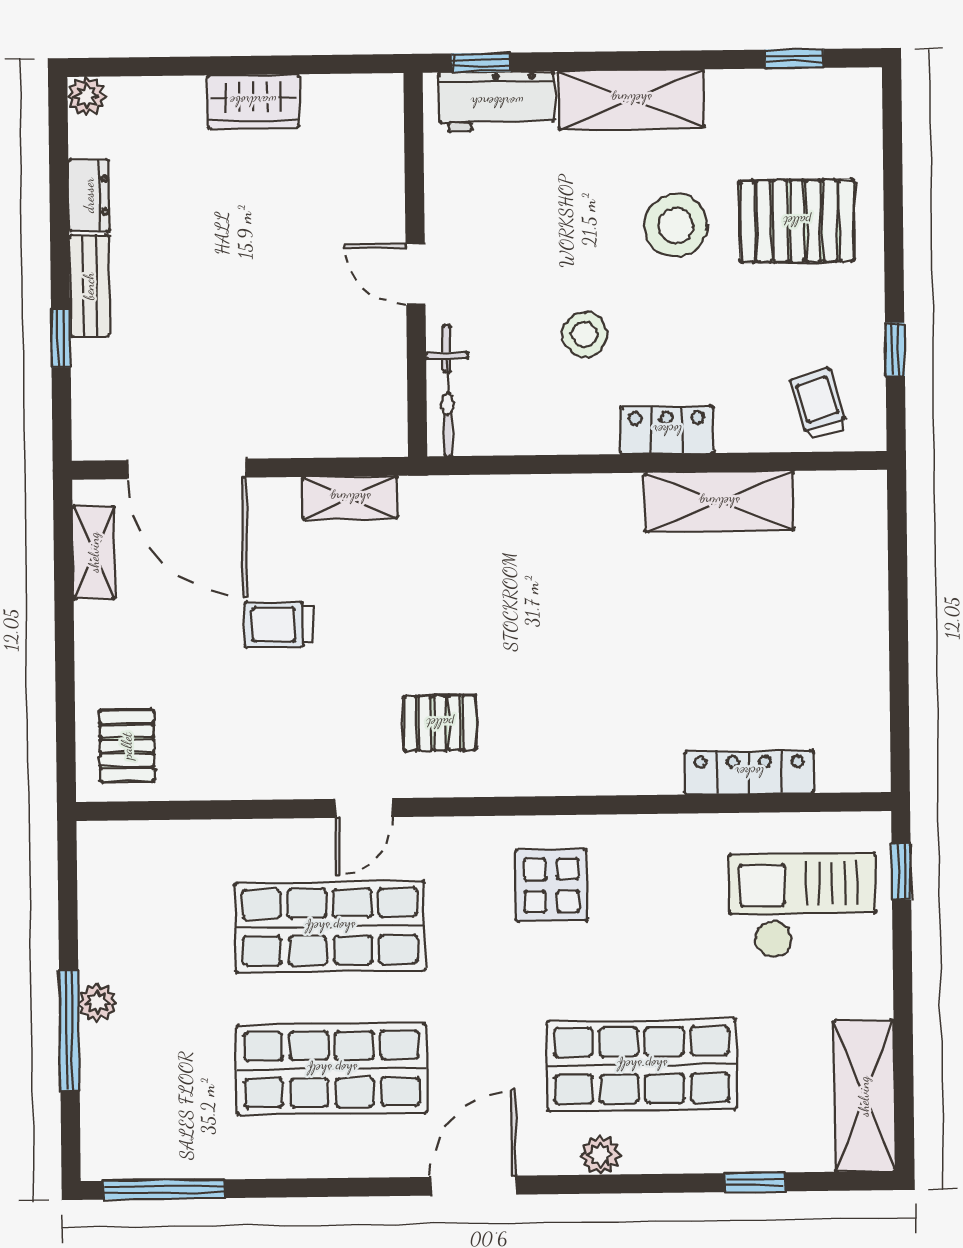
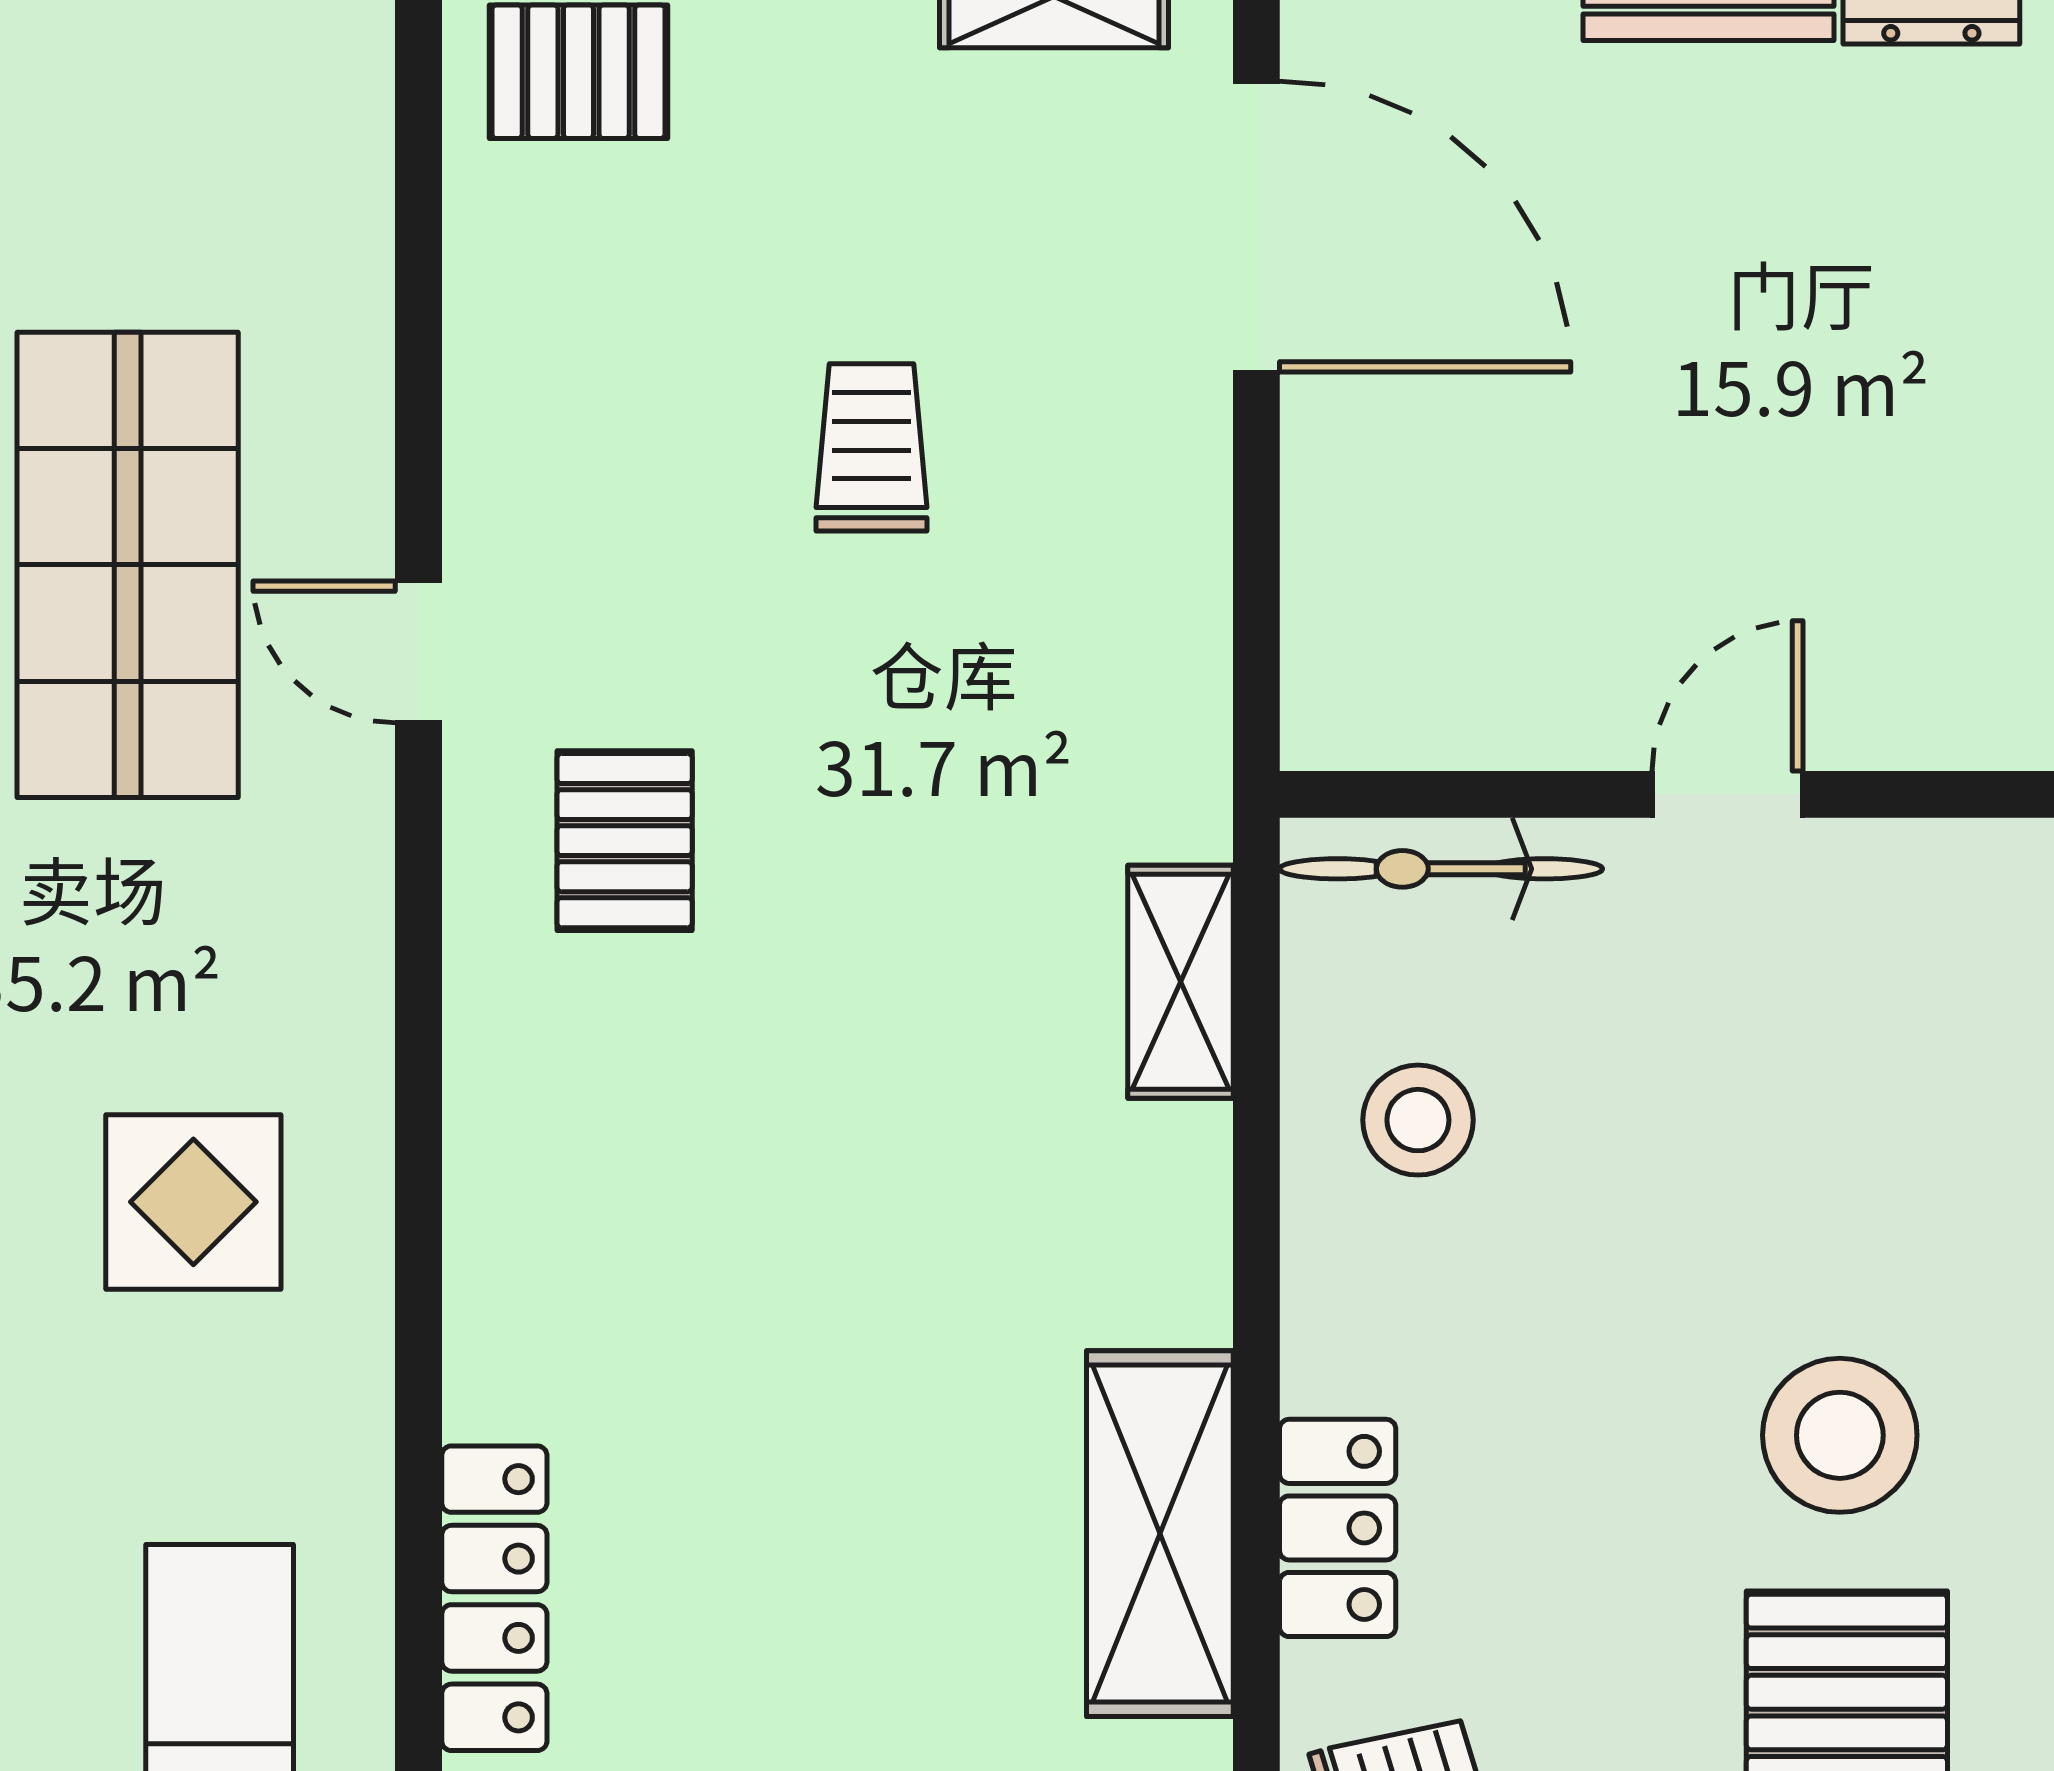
stool: (584, 334) -> (1418, 1120), moved
locker: (667, 430) -> (1338, 1528), moved
door: (187, 469) -> (1256, 227), swing flipped
shelving: (350, 498) -> (1180, 982), moved
display table: (551, 885) -> (193, 1202), moved

